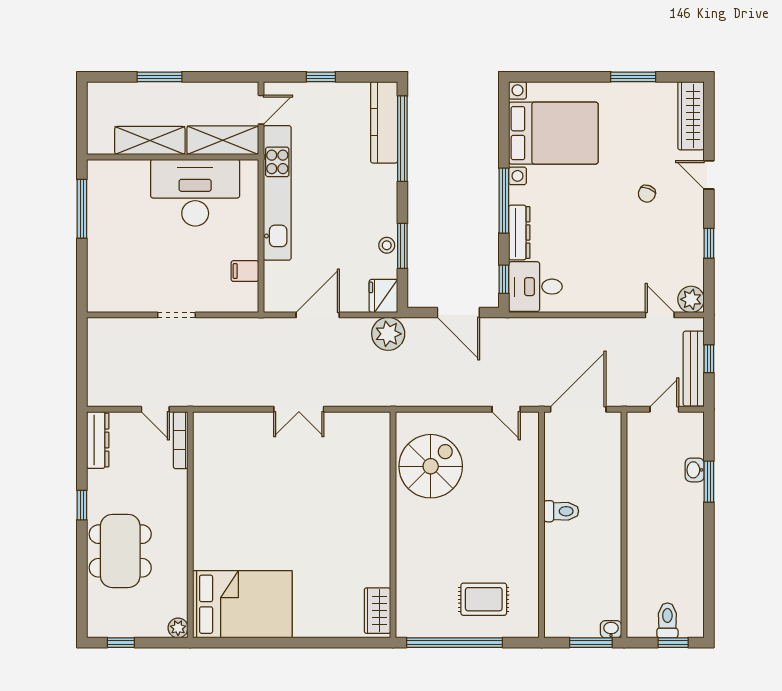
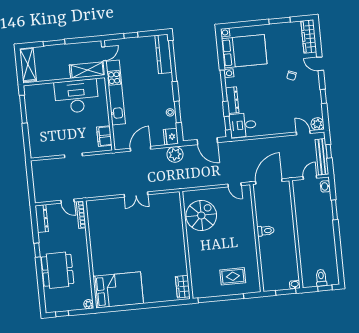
shelving: (150, 141) -> (28, 64), moved, turned 90
filing cabinet: (245, 271) -> (104, 136), width x2.00
washbasin: (695, 470) -> (325, 186), moved

